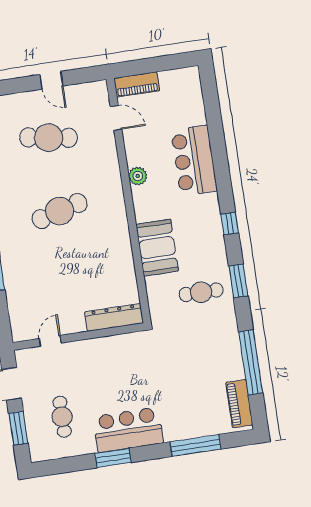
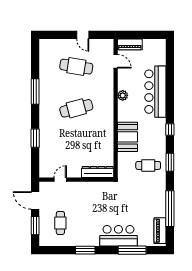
bar counter: (194, 161) -> (155, 92), width x1.36
bar counter: (128, 430) -> (118, 236), moved

